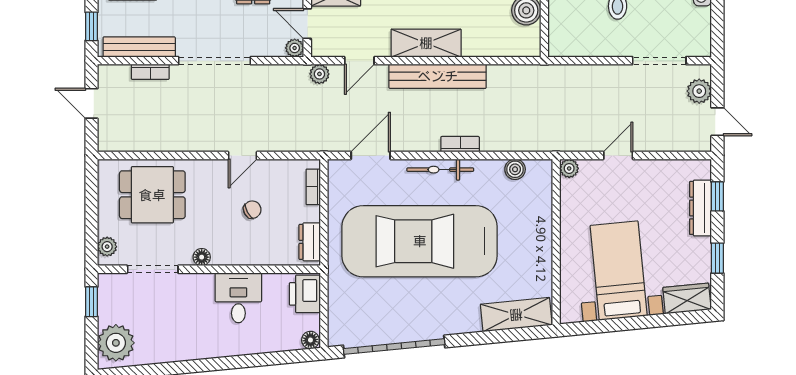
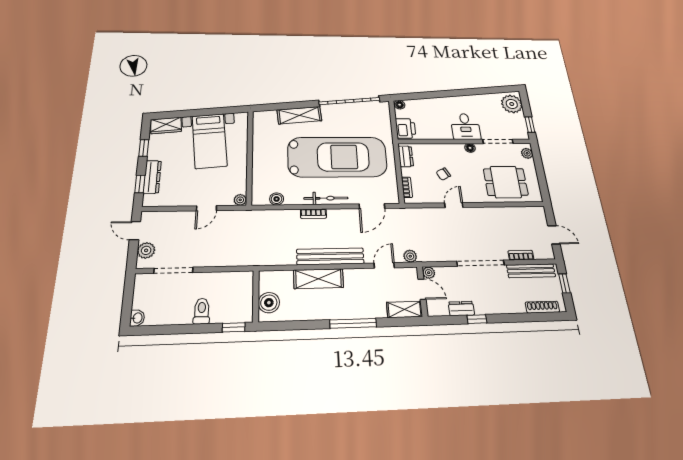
shelving: (426, 43) -> (319, 279), moved
desk: (238, 298) -> (465, 126), moved
shelving: (516, 315) -> (299, 115), moved

